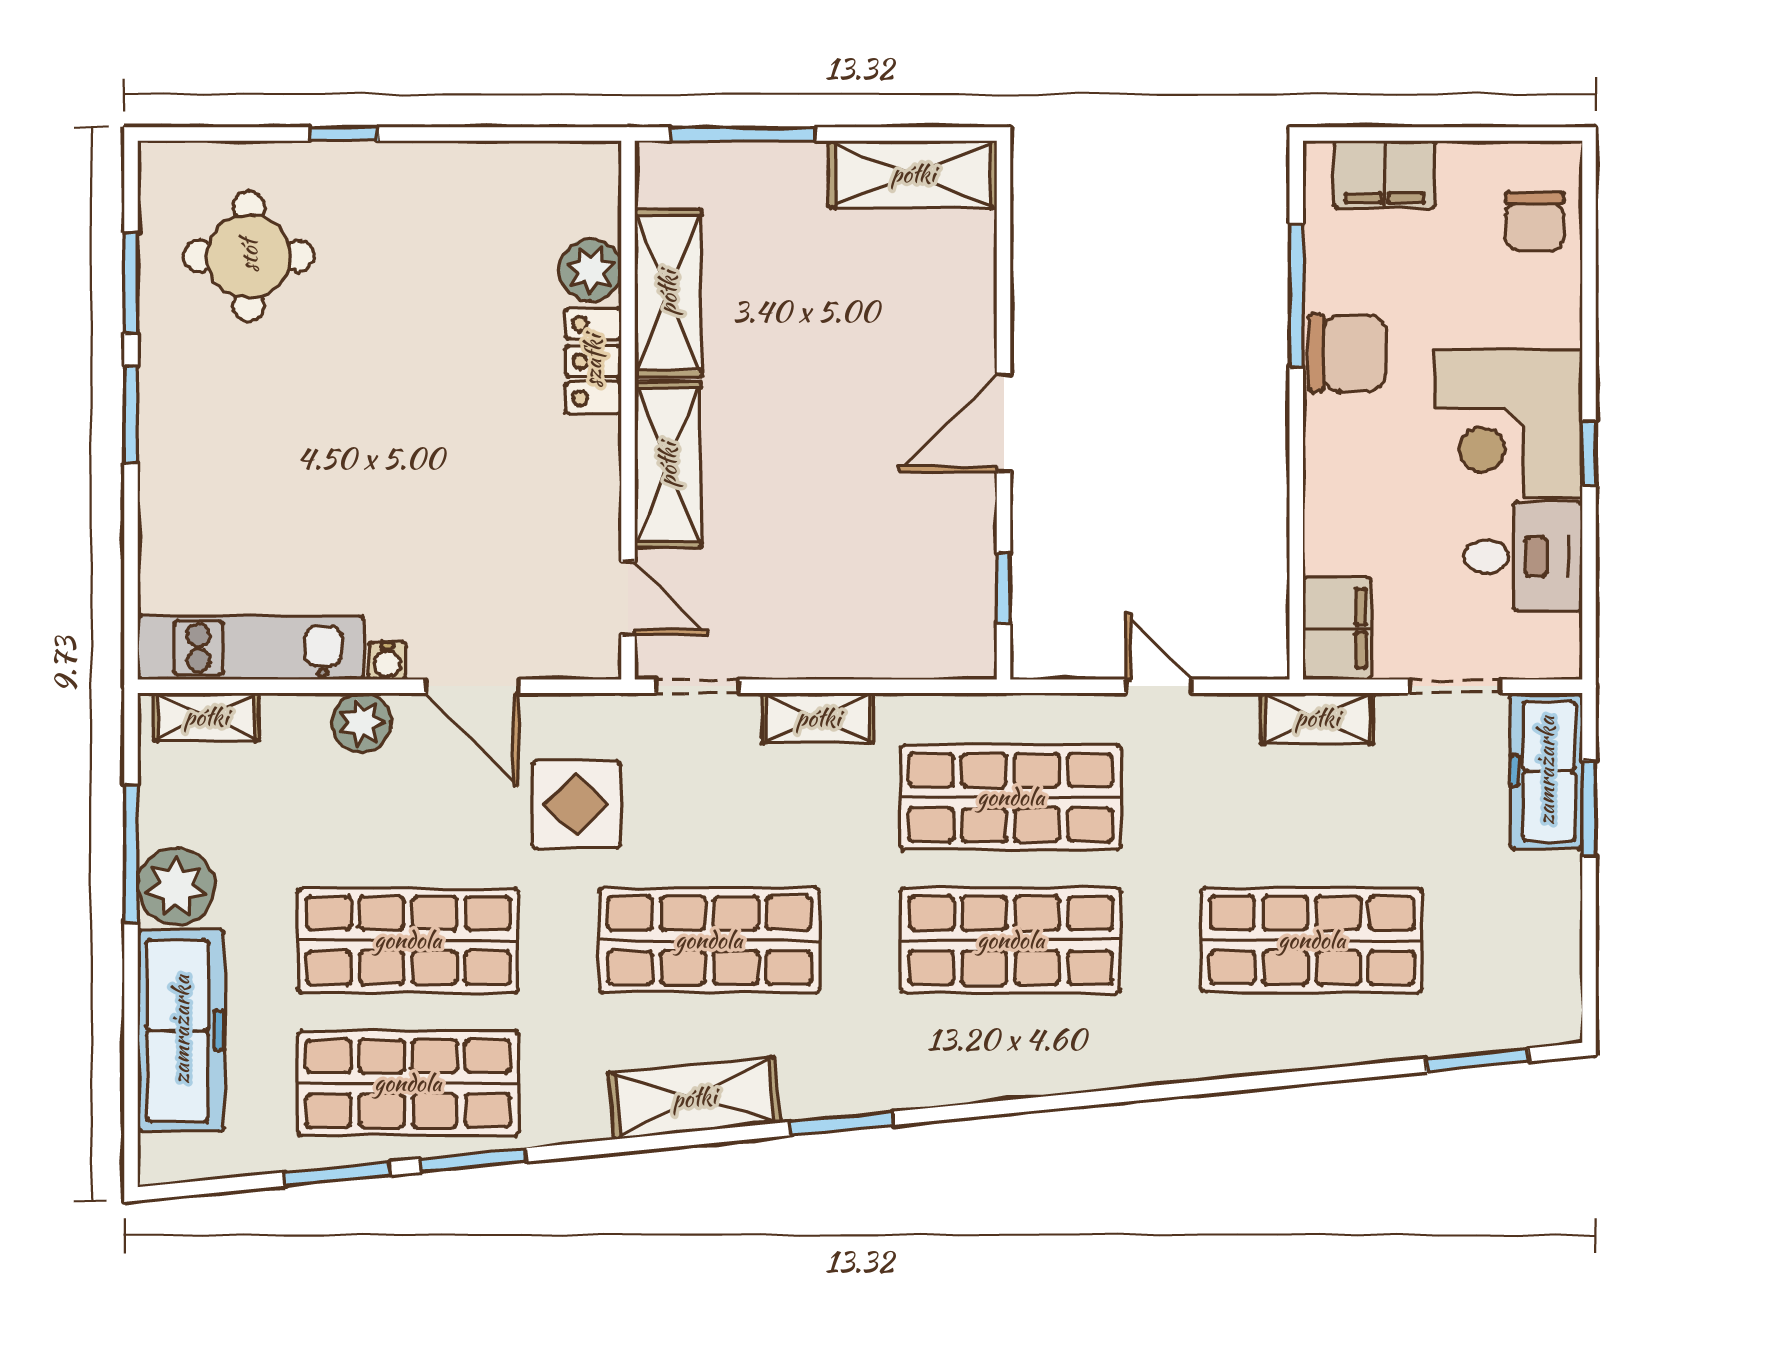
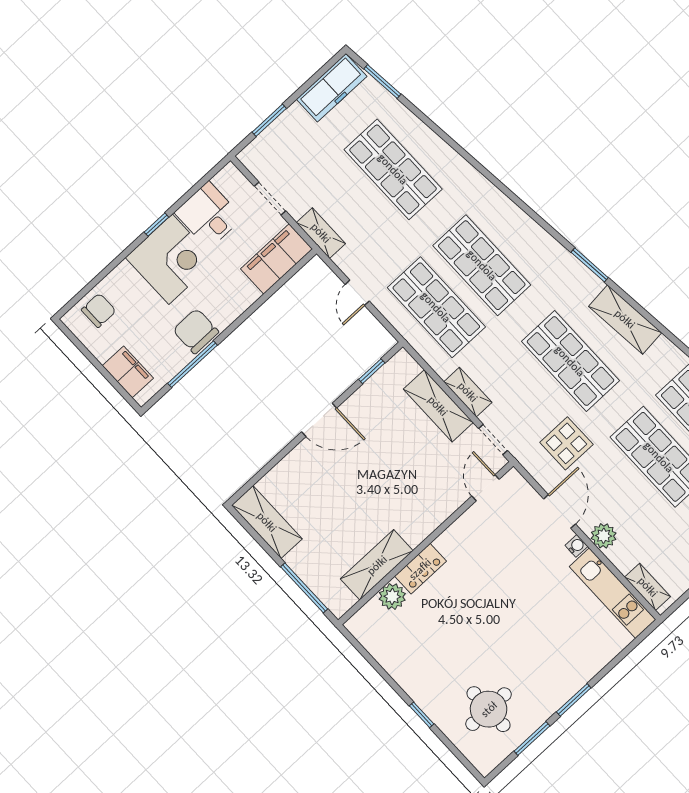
shelving: (668, 465) -> (438, 406), moved, turned 90
filing cabinet: (1337, 628) -> (276, 259), width x1.50, depth x1.17
freezer: (1546, 771) -> (332, 88), moved

